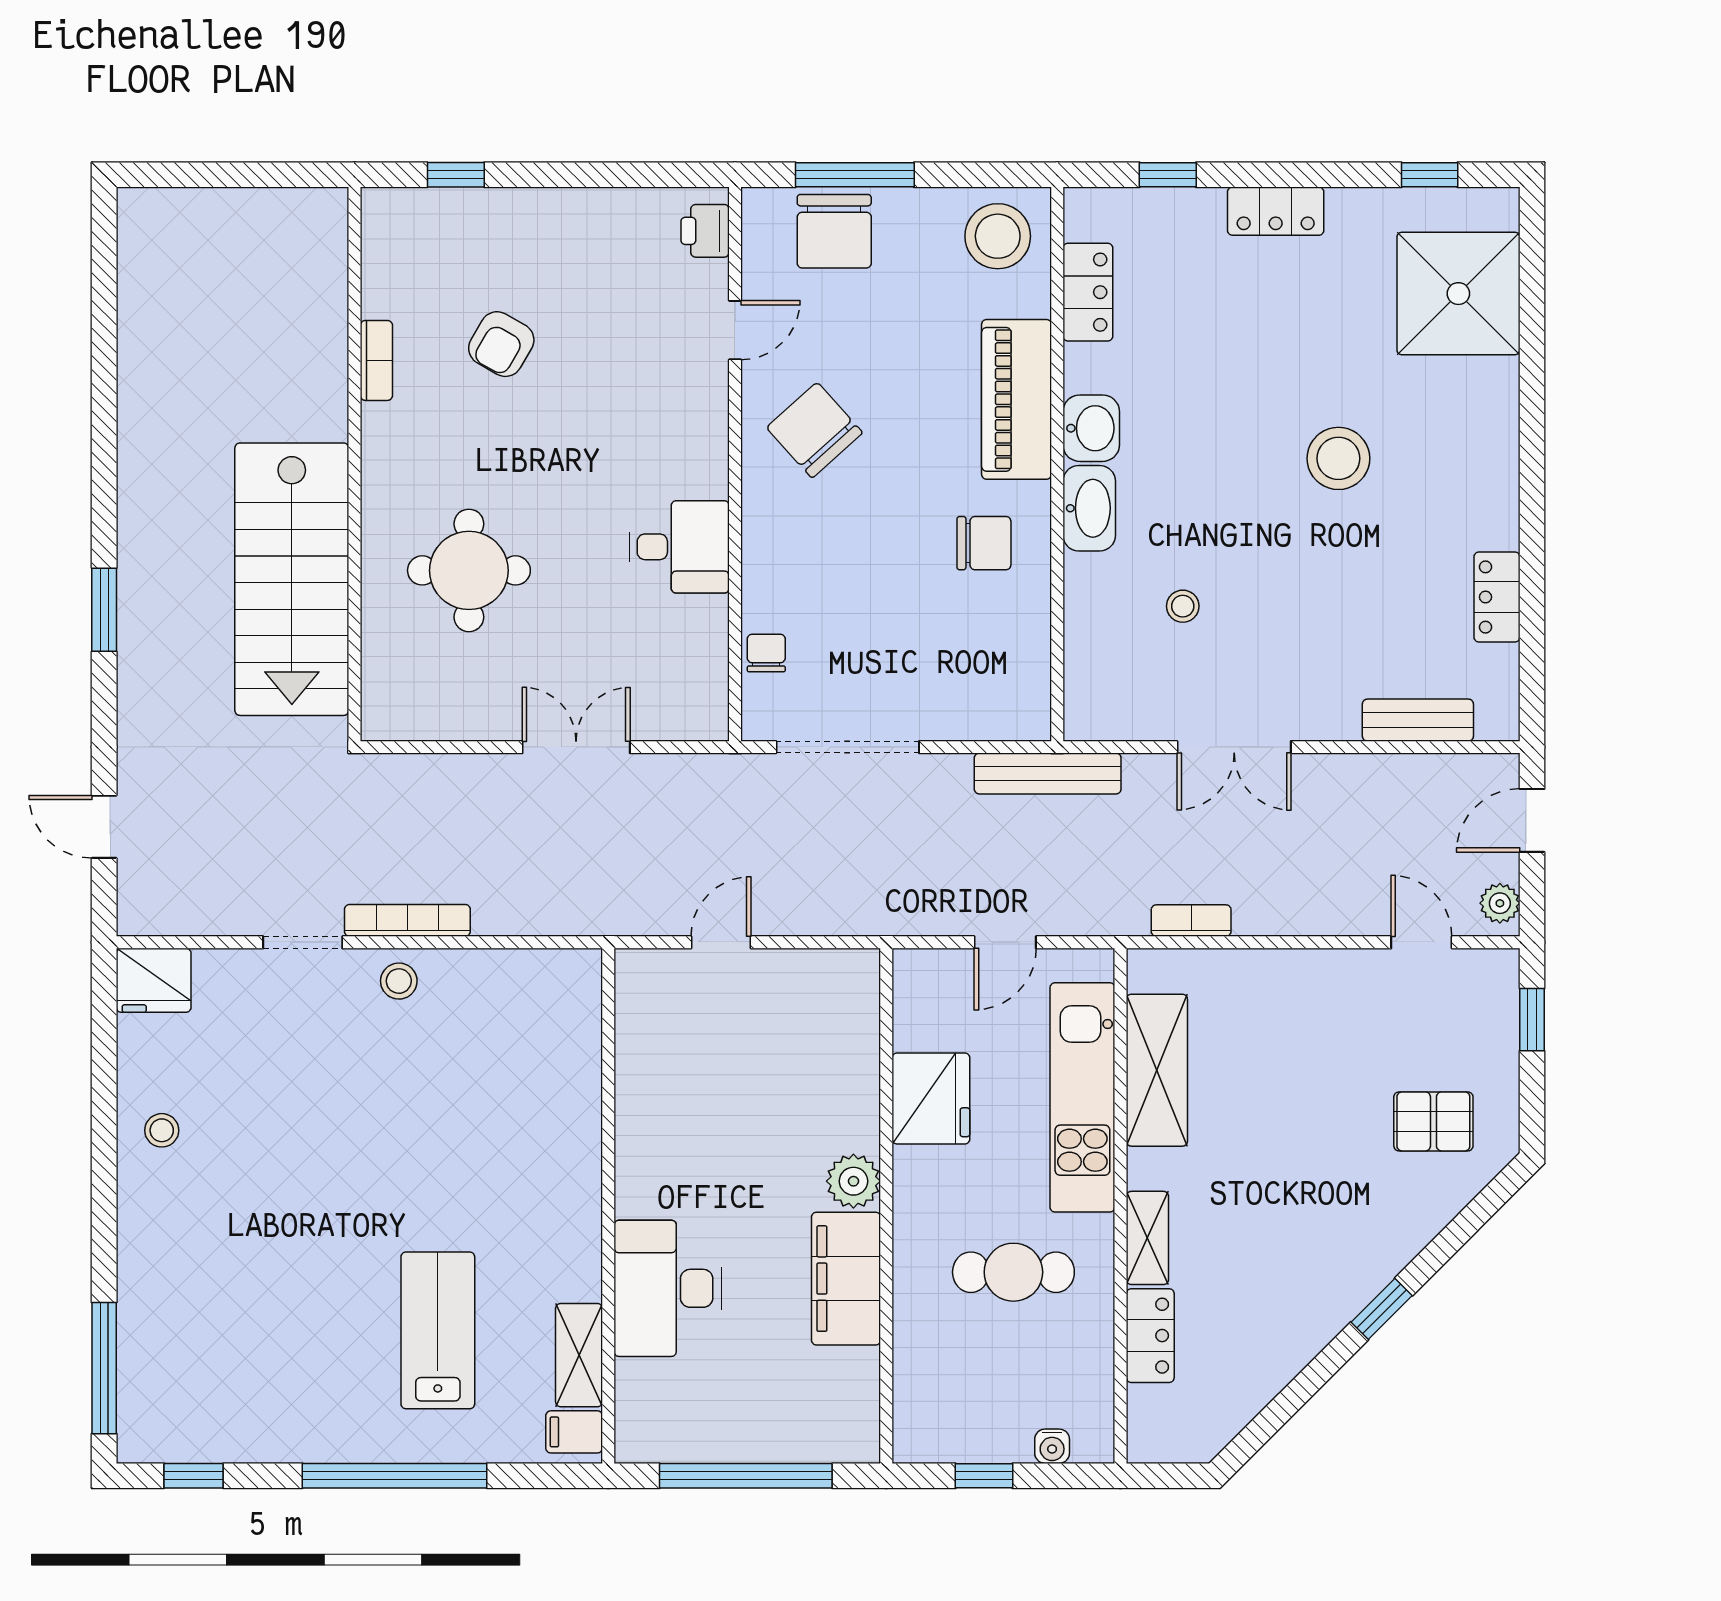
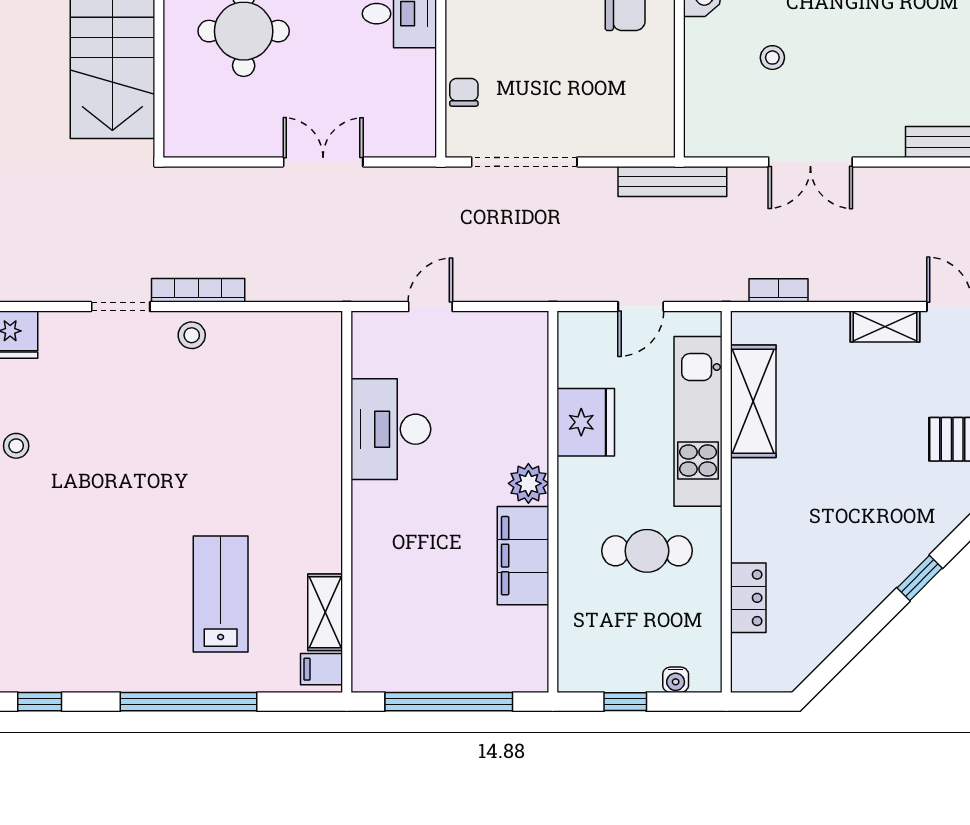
shelving: (1147, 1238) -> (885, 326), moved, turned 90
desk: (668, 1288) -> (391, 429), moved

